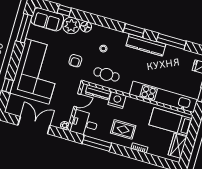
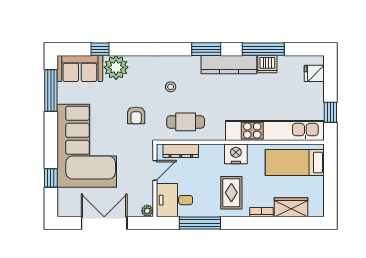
floor lamp: (86, 27) -> (137, 63), removed
dishwasher: (171, 52) -> (267, 64), added
nightstand: (117, 100) -> (236, 154), moved
rug: (123, 129) -> (231, 193), turned 90
wardrobe: (178, 146) -> (291, 207), moved, turned 90

